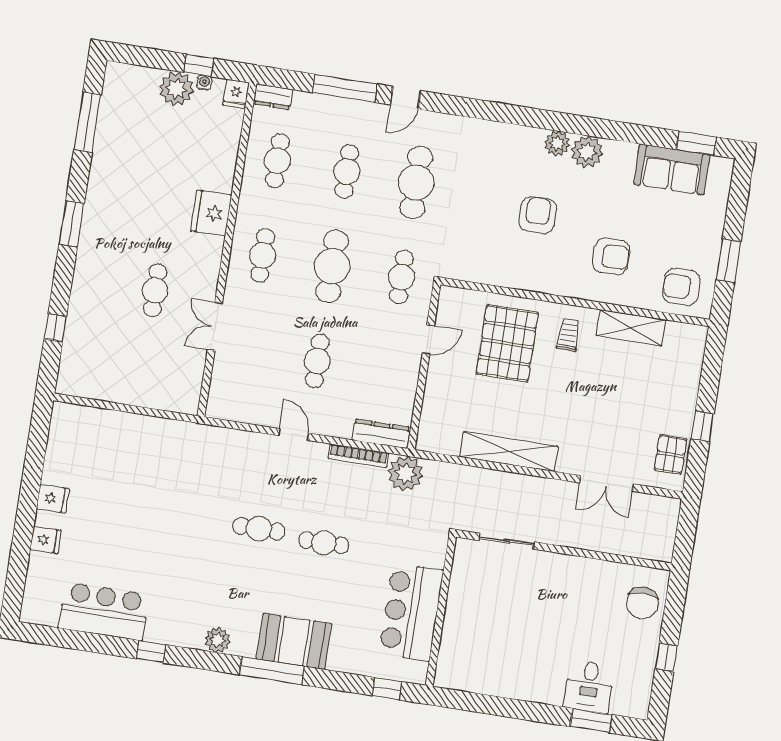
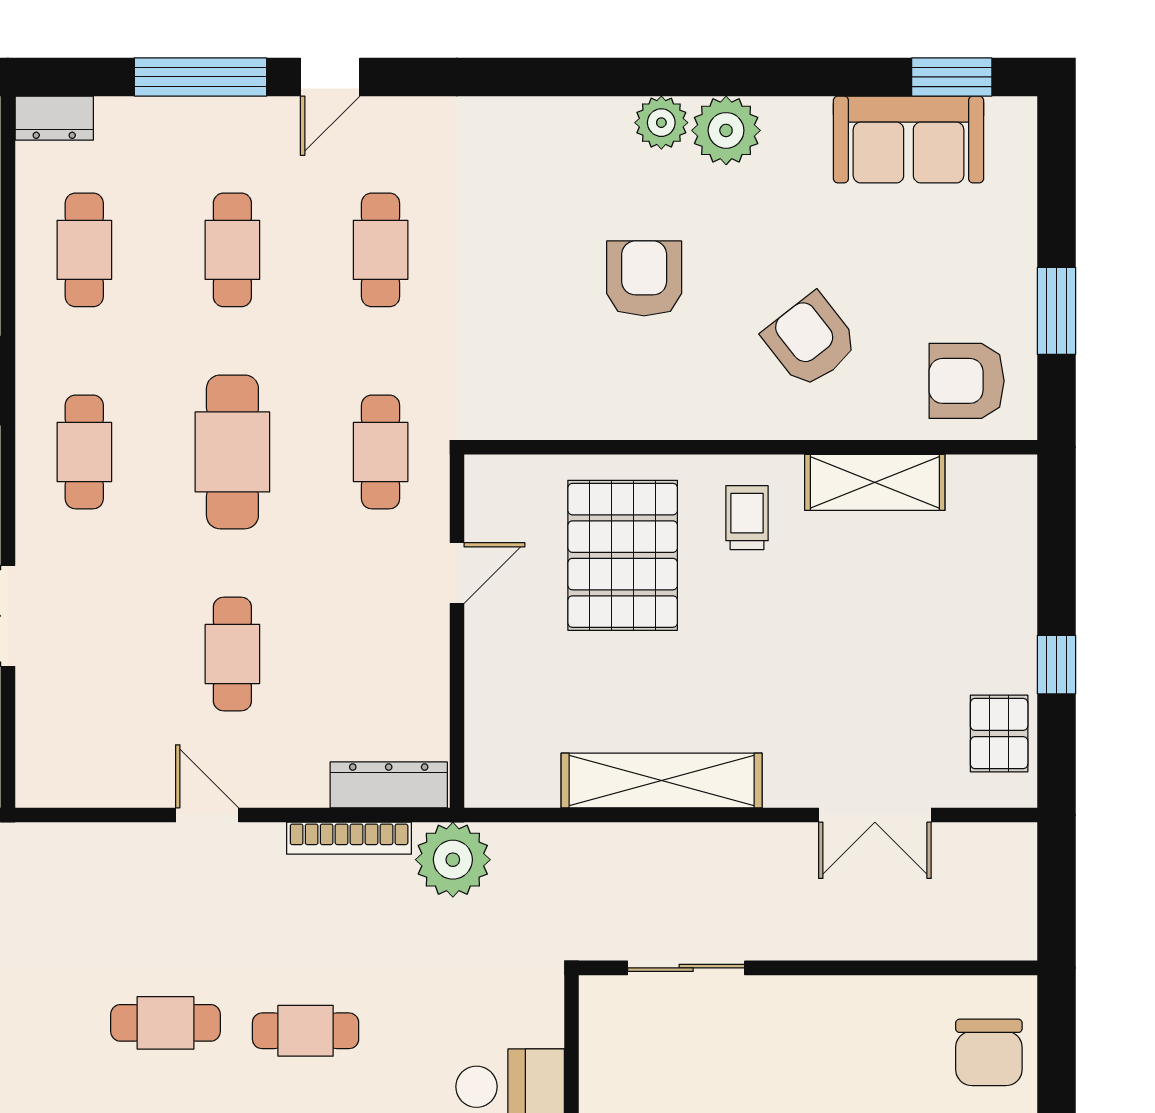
cafe table: (416, 182) -> (381, 250), width x0.73, depth x0.74
armchair: (611, 256) -> (811, 340), turned -128

